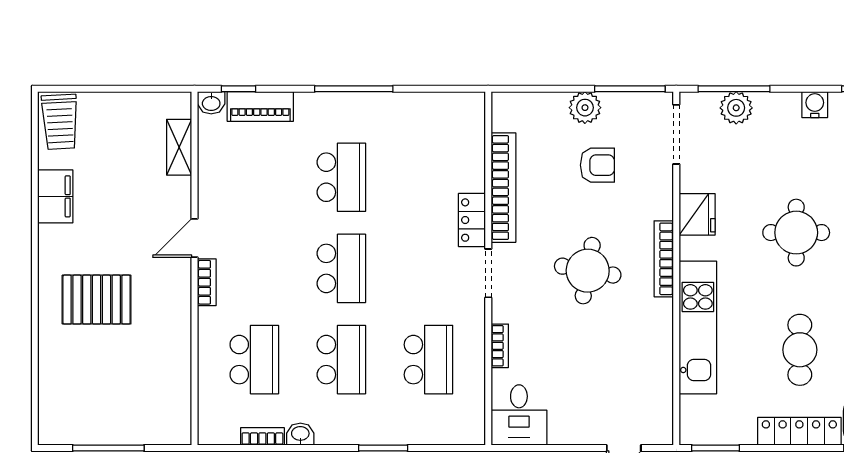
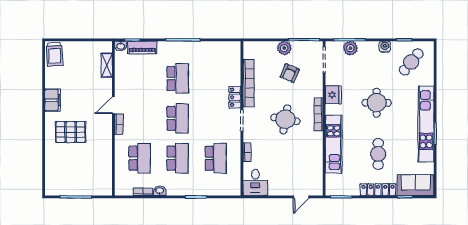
armchair: (597, 165) -> (290, 73), turned 114
filing cabinet: (55, 196) -> (53, 100), moved

